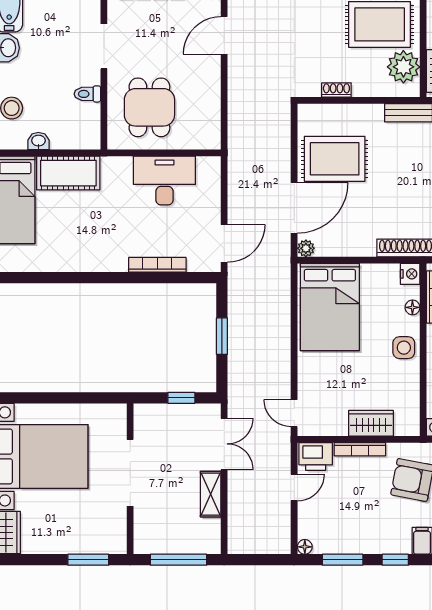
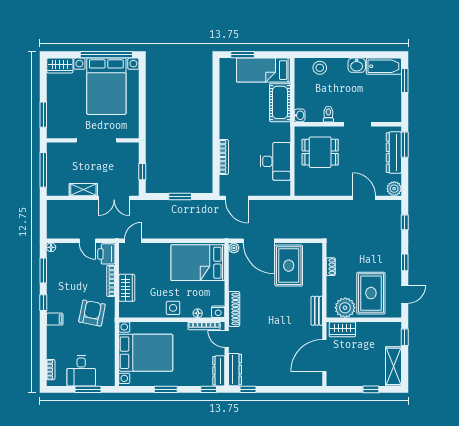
washbasin: (38, 141) -> (300, 115), moved

